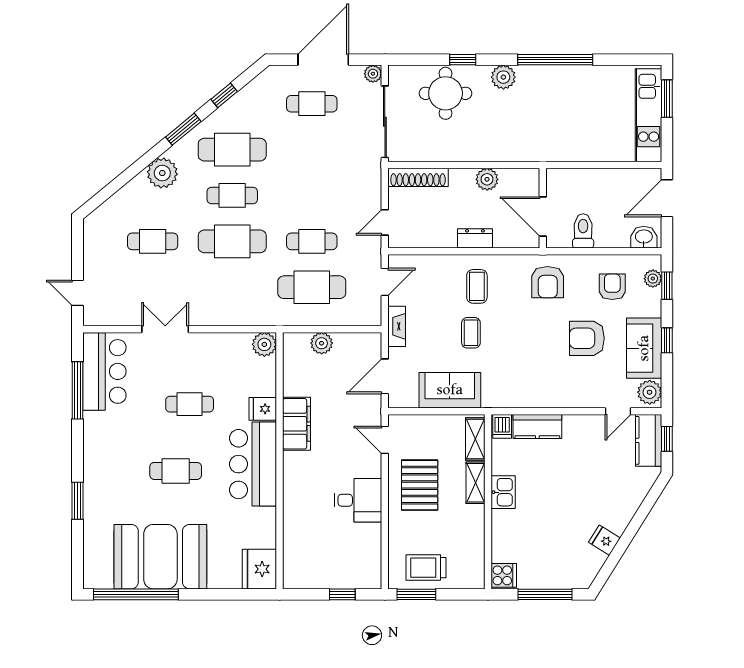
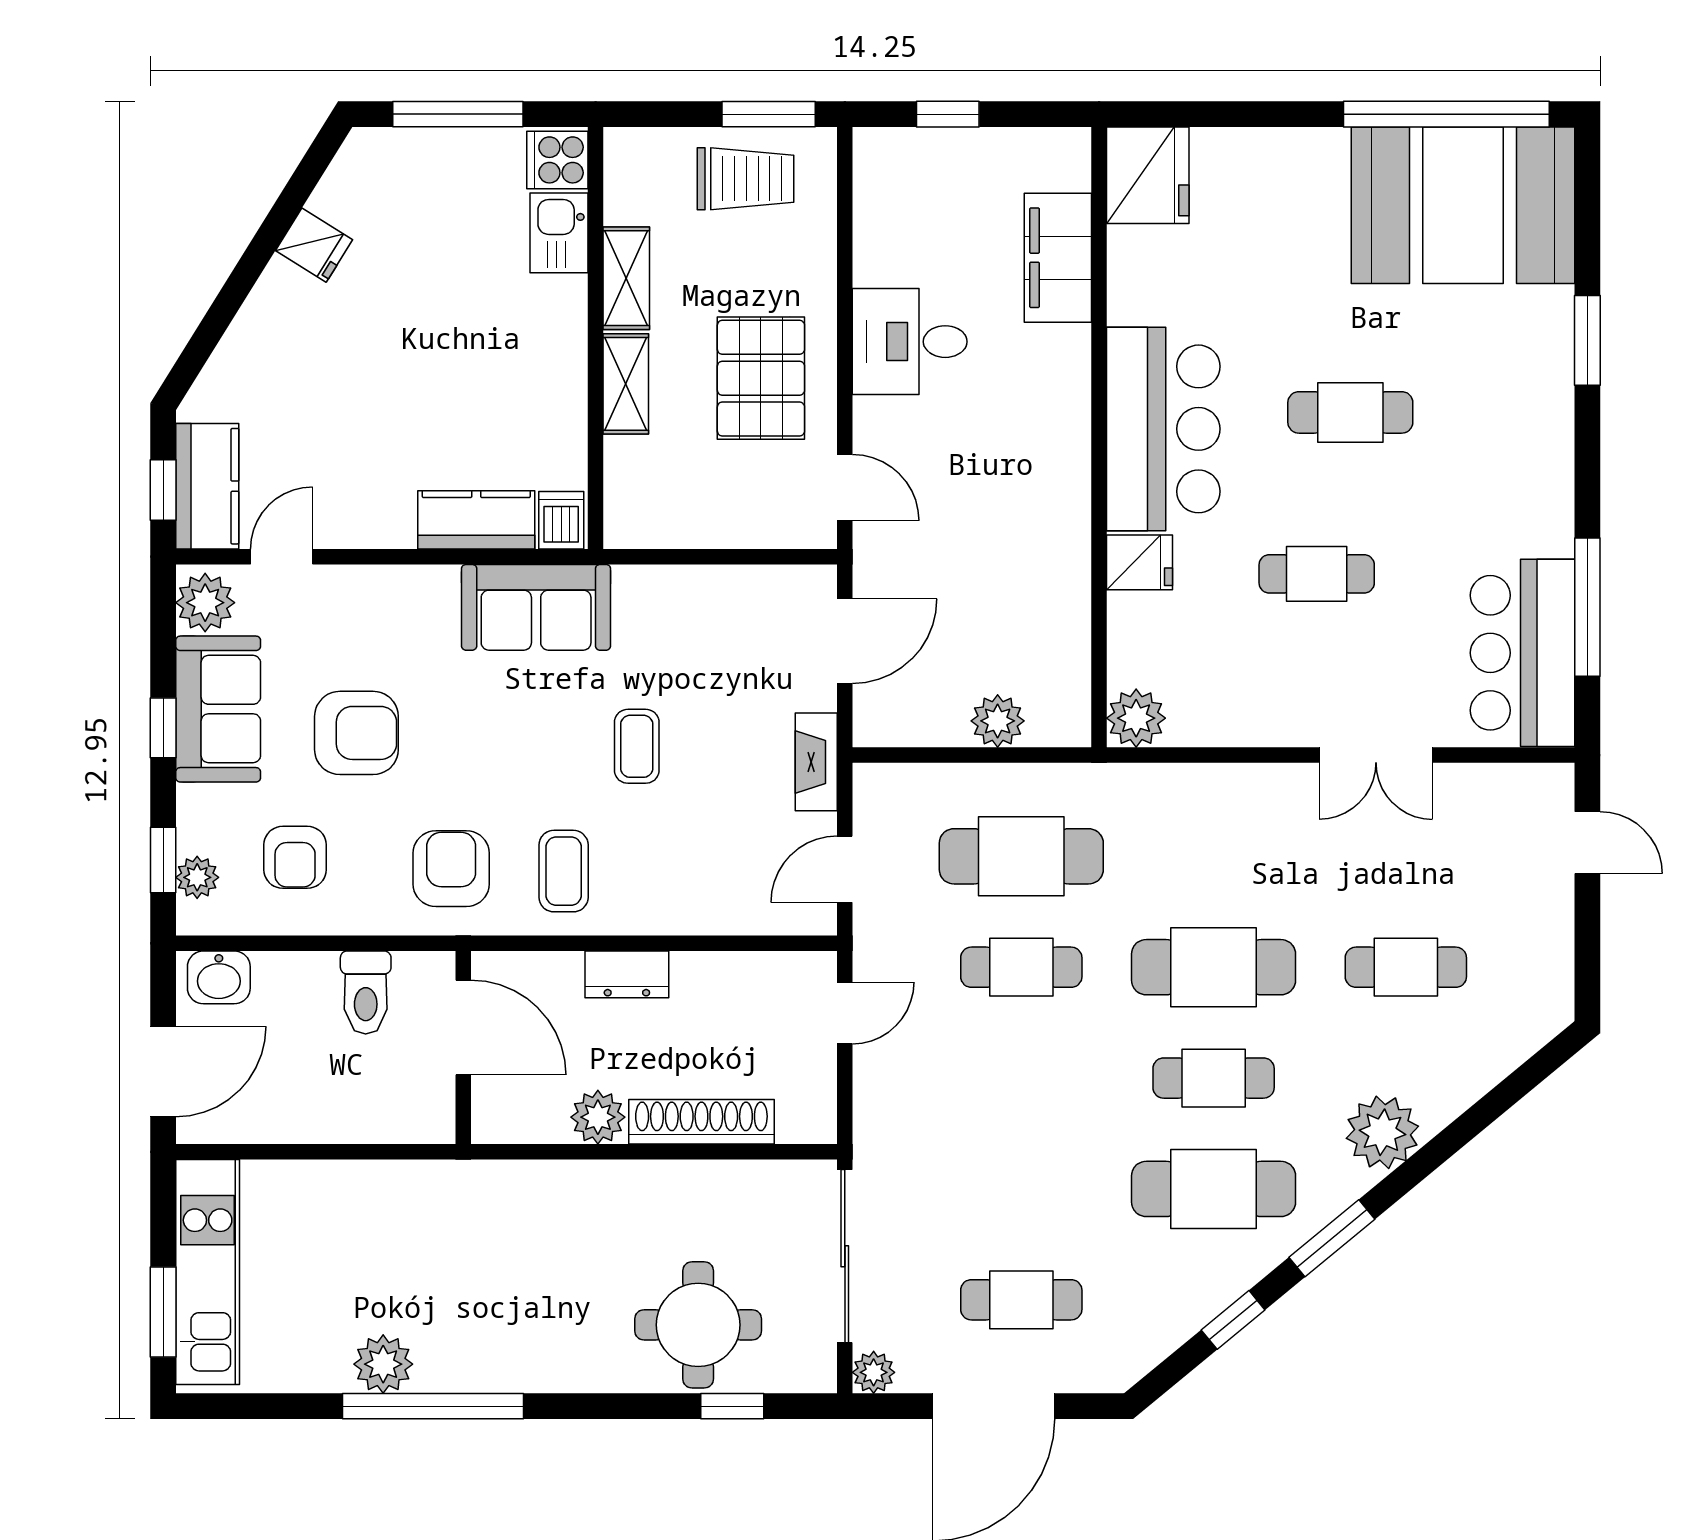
window: (463, 60) -> (732, 1406), moved
plant: (503, 77) -> (383, 1364), moved
shoe rack: (418, 177) -> (701, 1122), moved
coffee table: (477, 286) -> (564, 871), moved
sofa: (450, 390) -> (536, 607), moved
filing cabinet: (297, 424) -> (1058, 258), moved
shelving: (475, 439) -> (626, 278), moved
kitchen sink: (503, 492) -> (559, 233), moved
booth: (160, 557) -> (1463, 205), moved

